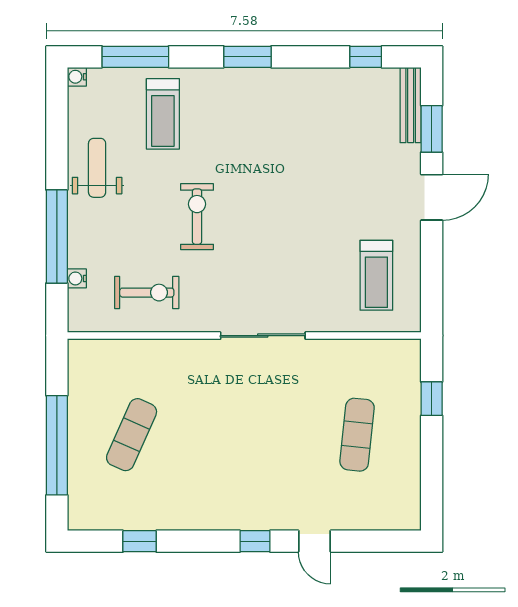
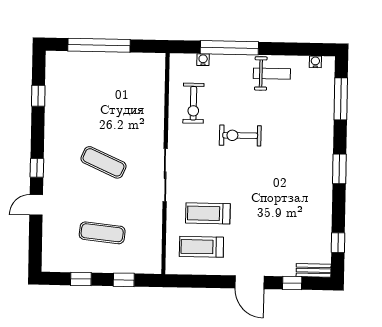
water cooler: (77, 77) -> (315, 62), moved
bench: (411, 105) -> (314, 270), width x0.73
treadmill: (163, 114) -> (208, 213), moved
window: (432, 129) -> (292, 283), width x0.67
exercise bike: (197, 217) -> (240, 135), turned 180
exercise mat: (132, 435) -> (103, 162), moved
window: (432, 467) -> (81, 279), added

